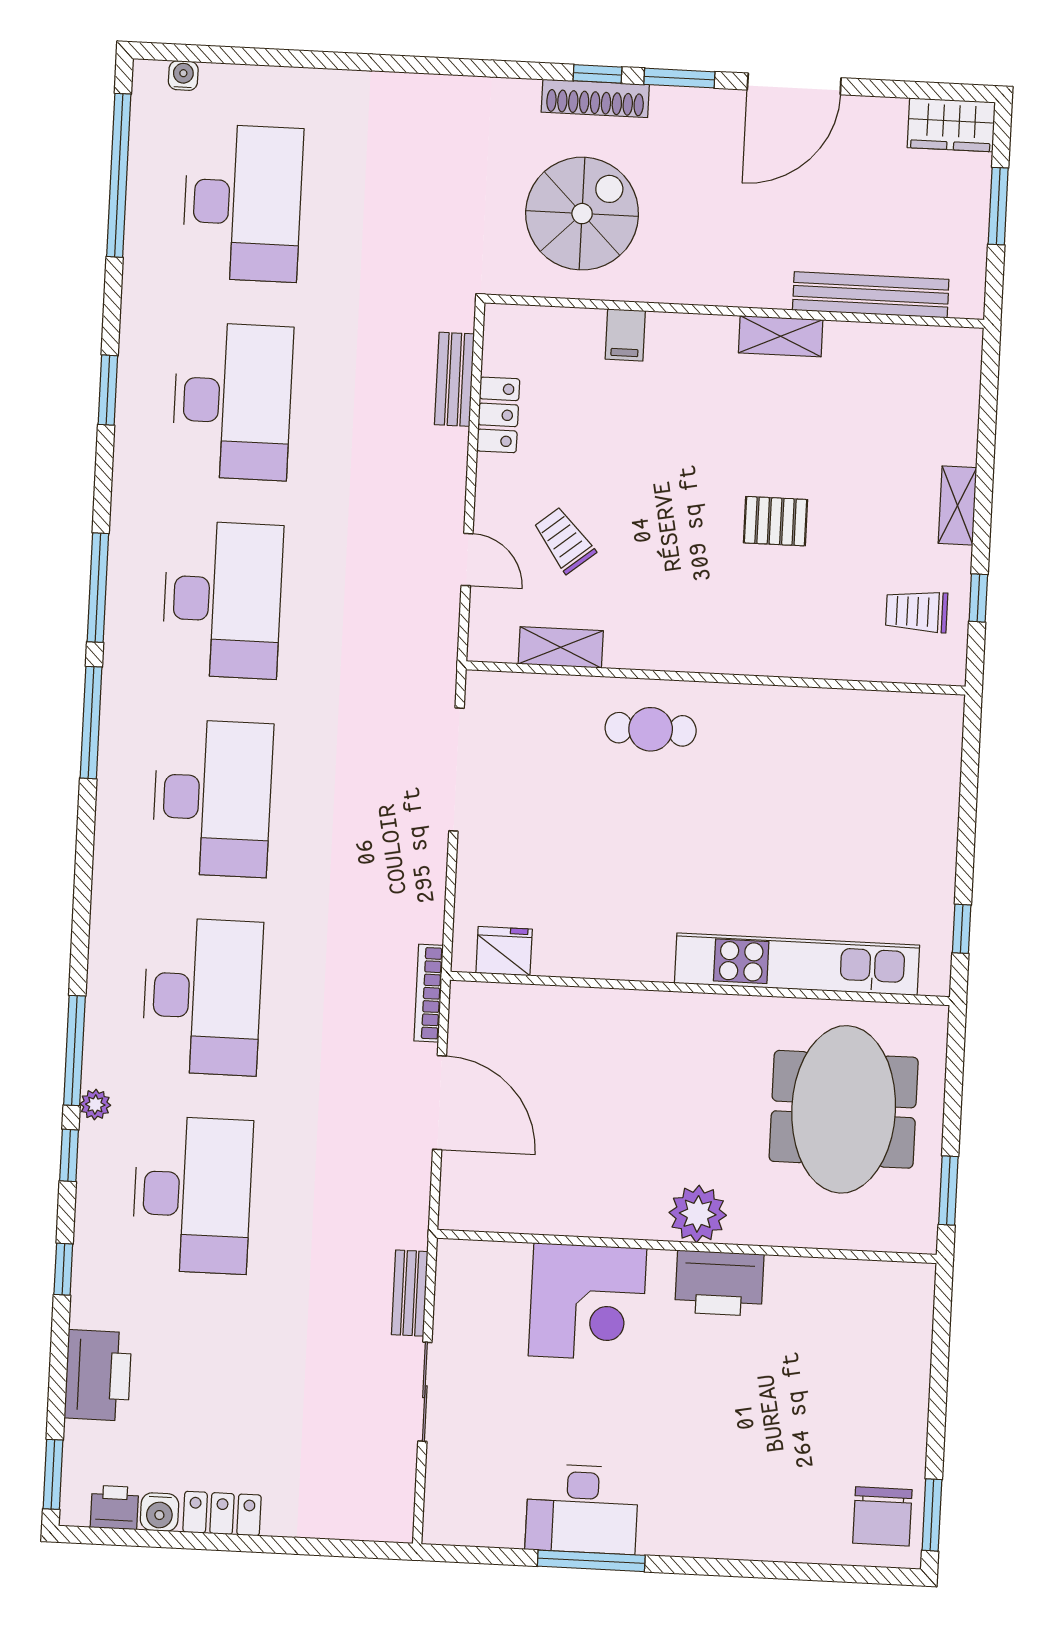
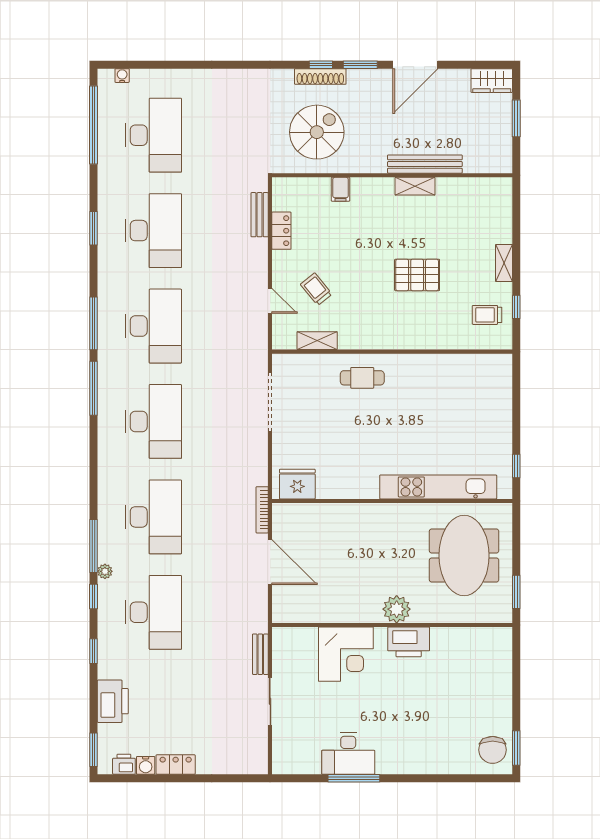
bench: (871, 295) -> (425, 164), moved
pallet: (776, 521) -> (417, 275), width x1.50, depth x1.42
fridge: (504, 951) -> (297, 484), width x1.36, depth x1.34

